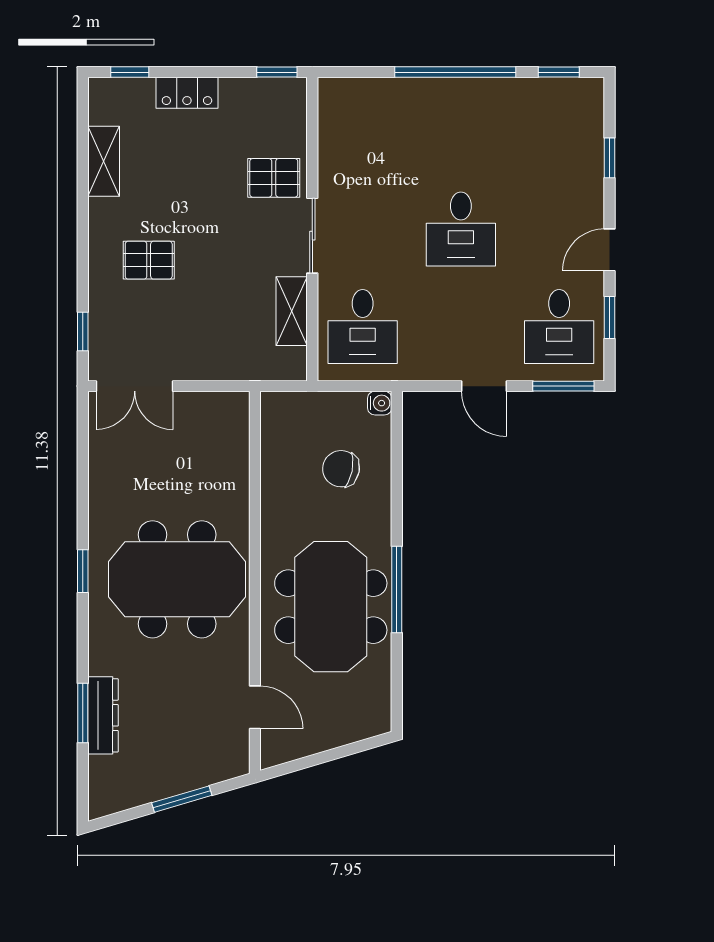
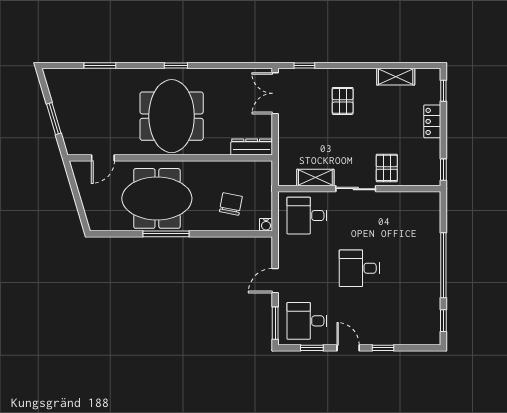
window: (609, 158) -> (383, 348), moved
dresser: (103, 715) -> (252, 147), moved, turned 180

